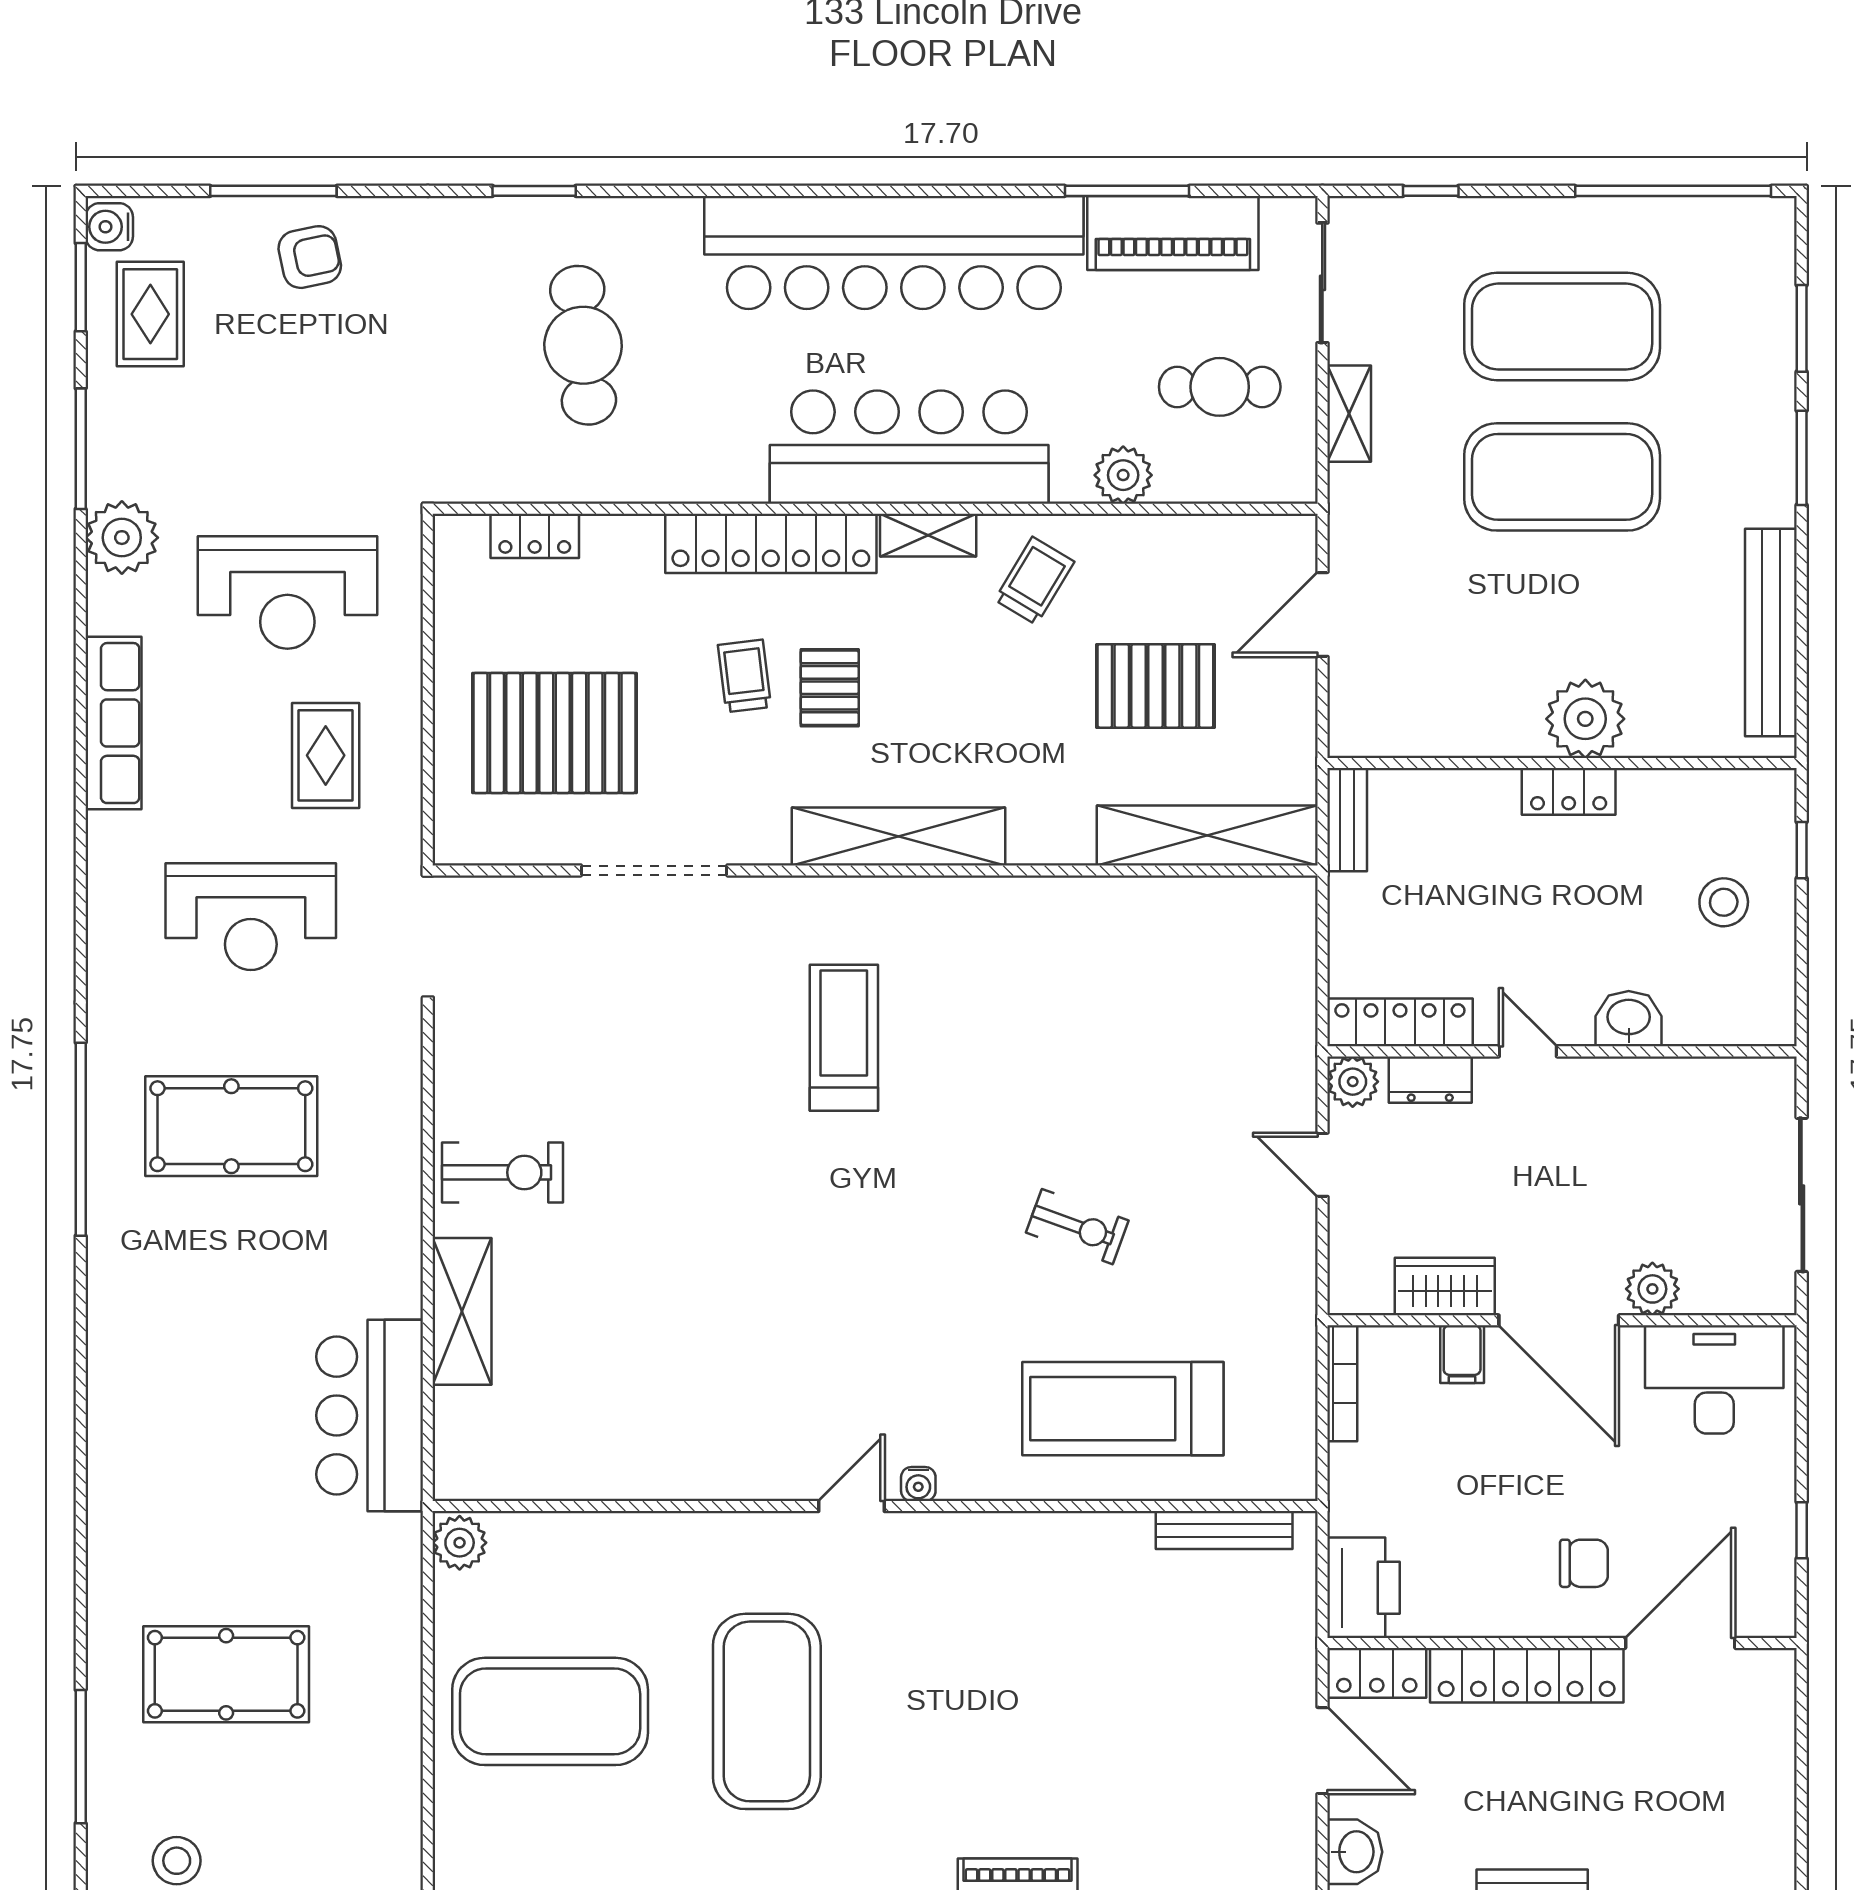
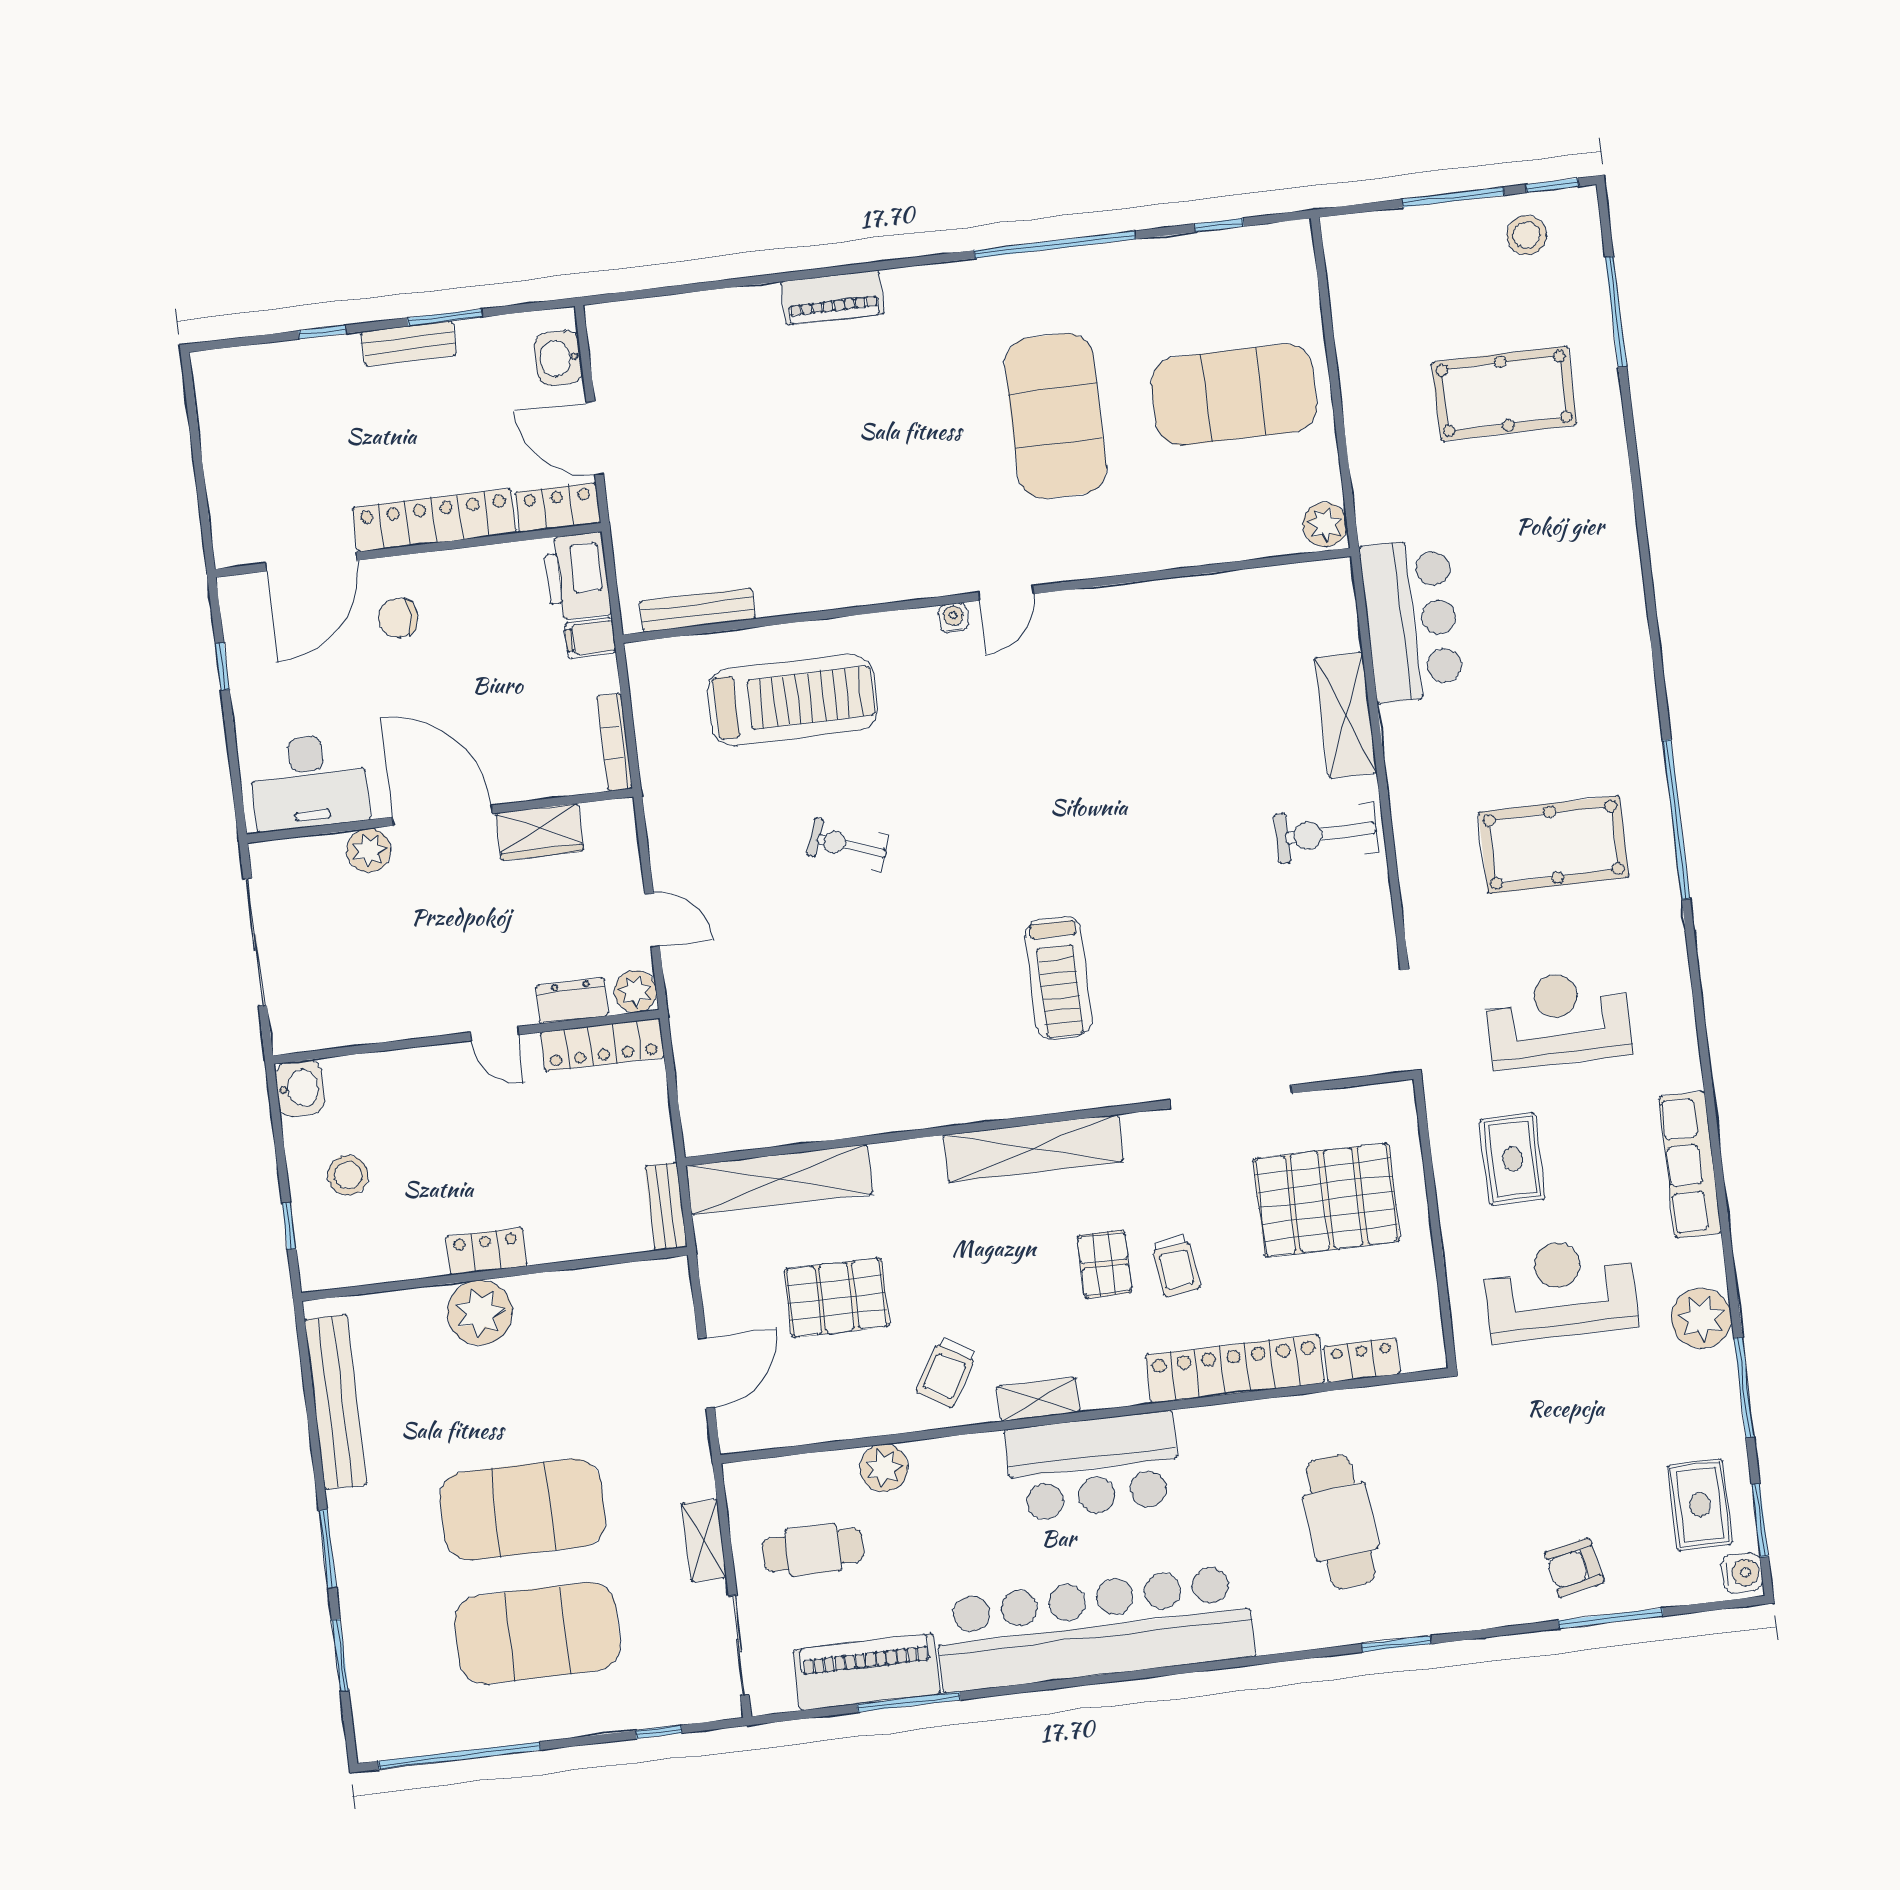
bar counter: (909, 447) -> (1093, 1466), width x0.73
locker: (771, 543) -> (1235, 1369), moved
washbasin: (1629, 1019) -> (300, 1088), moved, turned -90
filing cabinet: (1462, 1354) -> (590, 638), moved, turned -90

